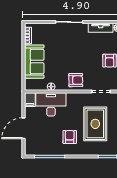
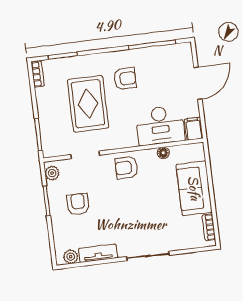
armchair: (70, 137) -> (125, 79), turned -90

